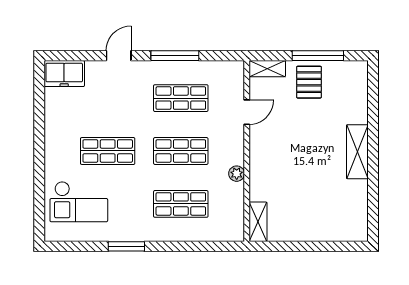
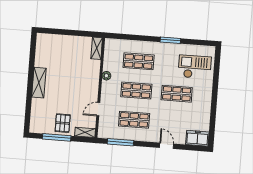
door: (119, 56) -> (167, 146), swing flipped
window: (175, 56) -> (120, 142), moved

